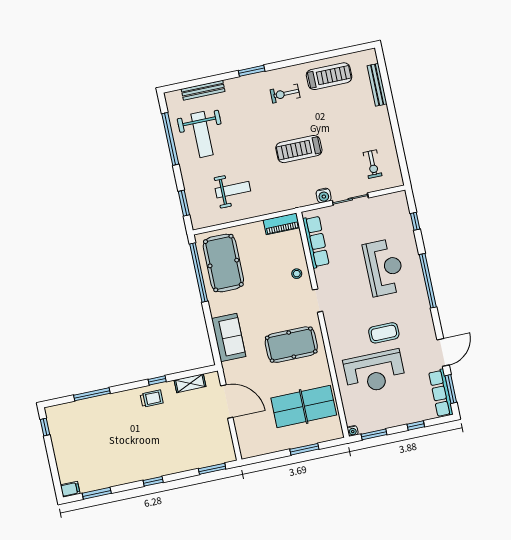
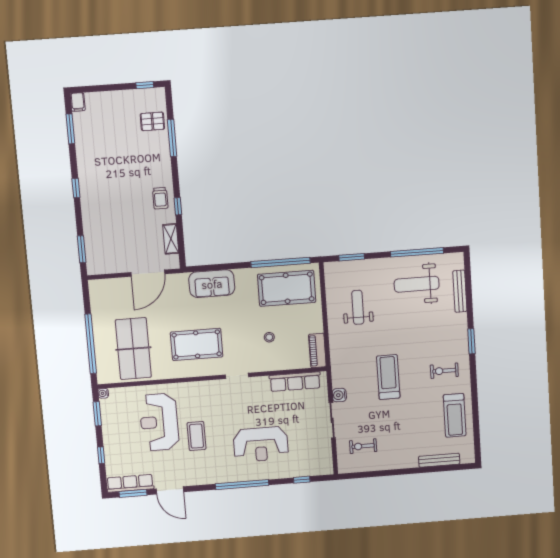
exercise bike: (285, 94) -> (444, 371), turned -90
weight bench: (233, 190) -> (358, 307), turned 180
stool: (297, 274) -> (269, 337), moved
pool table: (291, 345) -> (197, 344), turned 90
pallet: (79, 415) -> (152, 121), added
window: (304, 449) -> (91, 344), width x2.11

